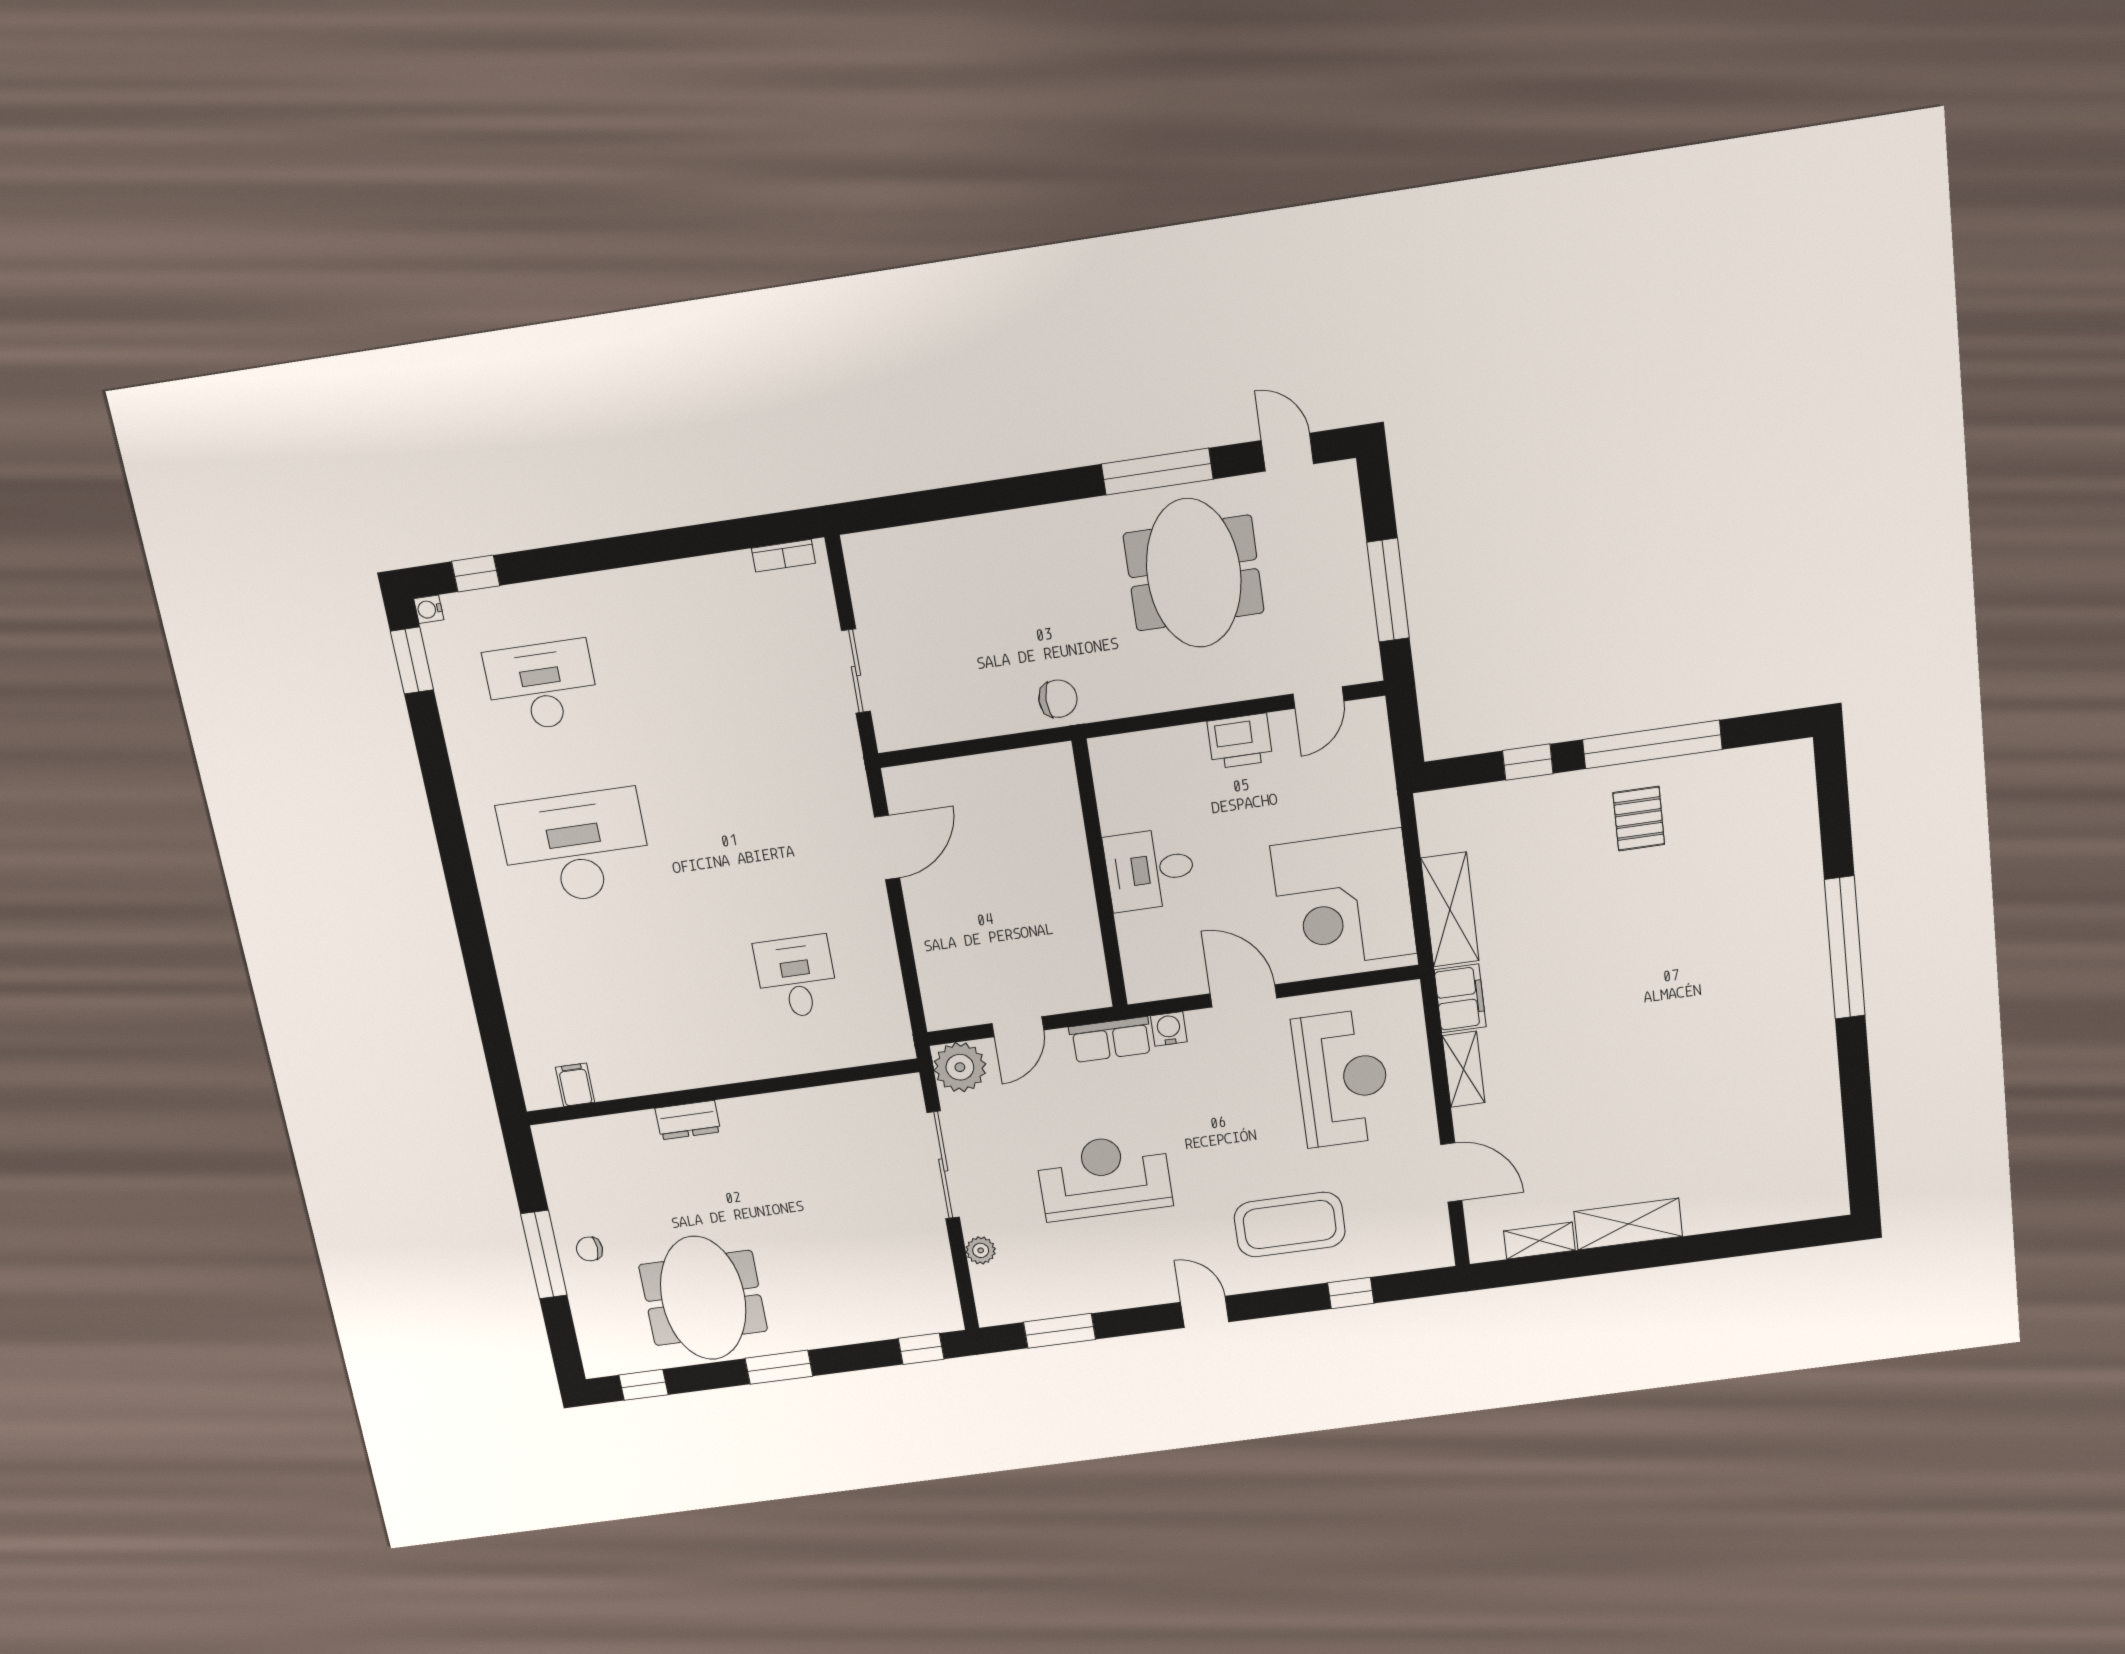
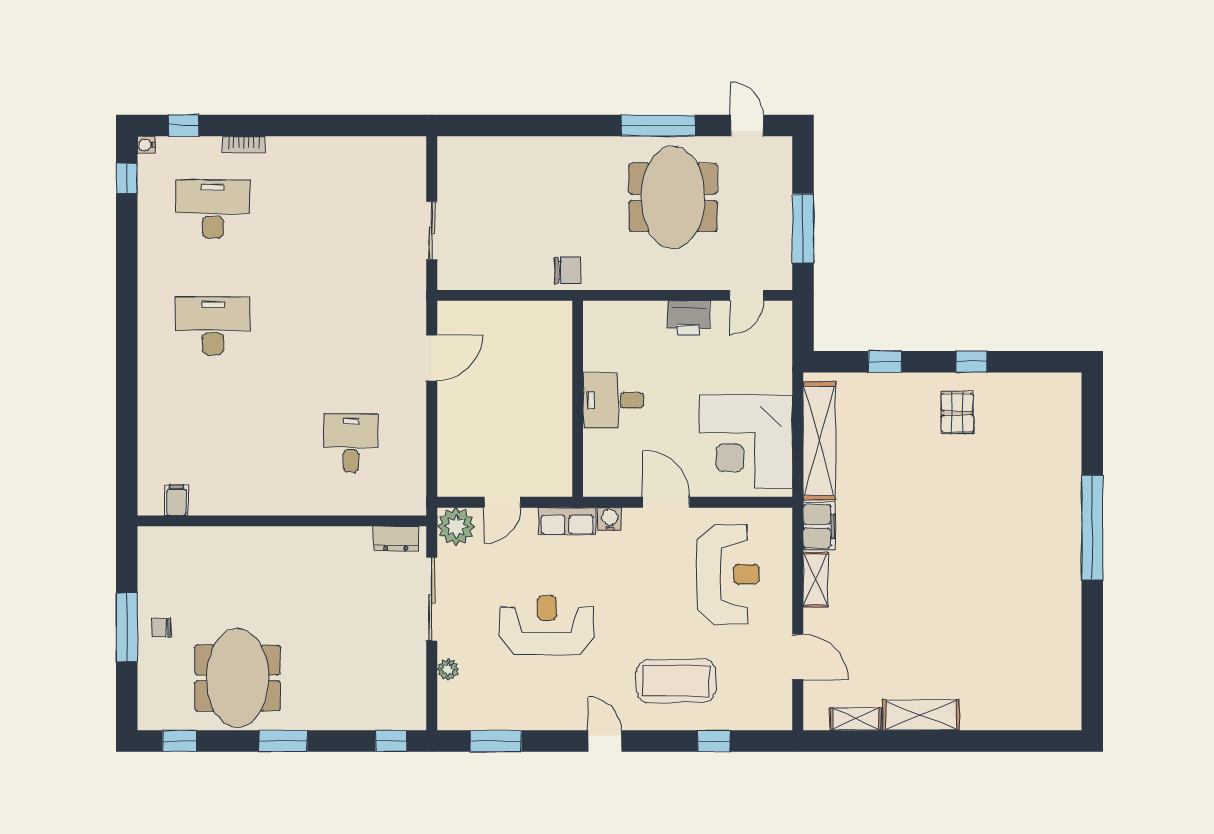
bookcase: (783, 556) -> (244, 145), moved
window: (412, 661) -> (127, 178), width x0.67
window: (1652, 744) -> (971, 362), width x0.32
desk: (576, 847) -> (213, 326), width x0.73, depth x0.77
shelving: (1450, 910) -> (819, 441), width x1.47
dresser: (688, 1120) -> (396, 539), moved

